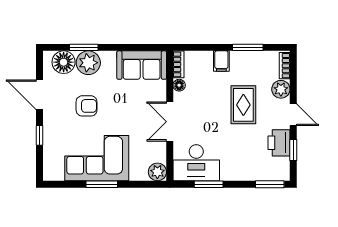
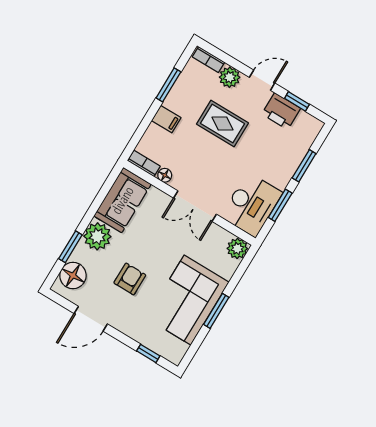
plant: (88, 63) -> (97, 236), moved
window: (40, 135) -> (148, 353), moved
window: (270, 184) -> (304, 166), moved

